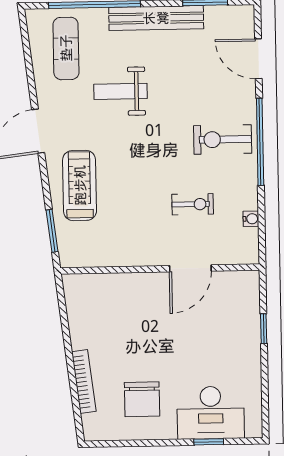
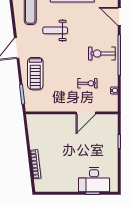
treadmill: (80, 185) -> (35, 74), turned 180
chair: (142, 399) -> (62, 173), removed

